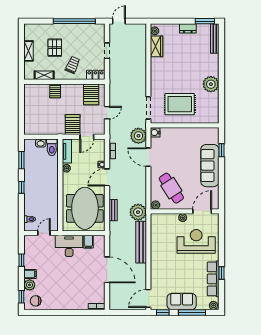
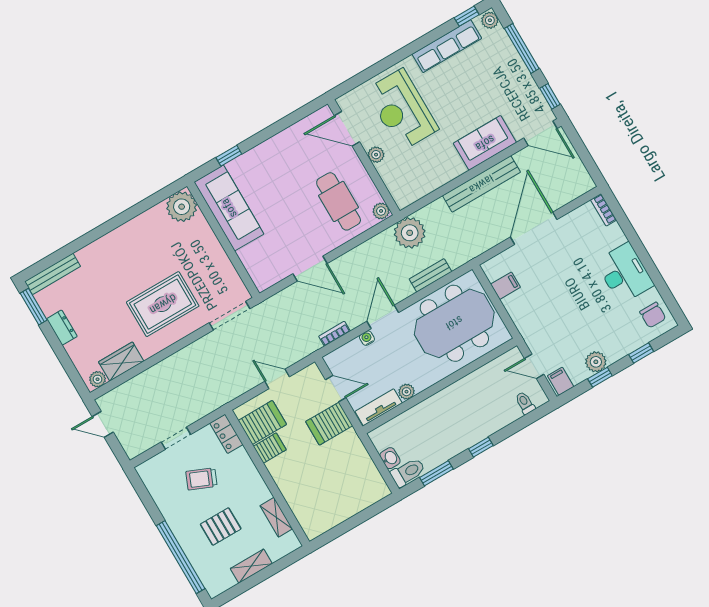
window: (74, 21) -> (181, 557), moved
door: (119, 21) -> (103, 424), moved
trolley: (73, 65) -> (201, 479), moved
plant: (211, 84) -> (182, 207), moved
server rack: (55, 91) -> (270, 448), moved
rug: (180, 104) -> (163, 304), moved, turned 90
water cooler: (155, 133) -> (263, 281), removed
plant: (138, 136) -> (285, 305), removed
toilet: (52, 147) -> (408, 472), moved
door: (148, 157) -> (310, 269), hinge flipped
sofa: (210, 166) -> (229, 208), moved, turned -90
door: (107, 177) -> (383, 317), swing flipped
cafe table: (171, 188) -> (339, 201), turned -57
bench: (141, 242) -> (481, 184), moved
desk: (69, 246) -> (625, 273), moved, turned 180
window: (221, 273) -> (467, 16), moved
filing cabinet: (30, 274) -> (561, 381), moved
plant: (30, 285) -> (596, 362), moved
window: (21, 297) -> (641, 353), moved
sofa: (182, 301) -> (485, 143), moved, turned 90

